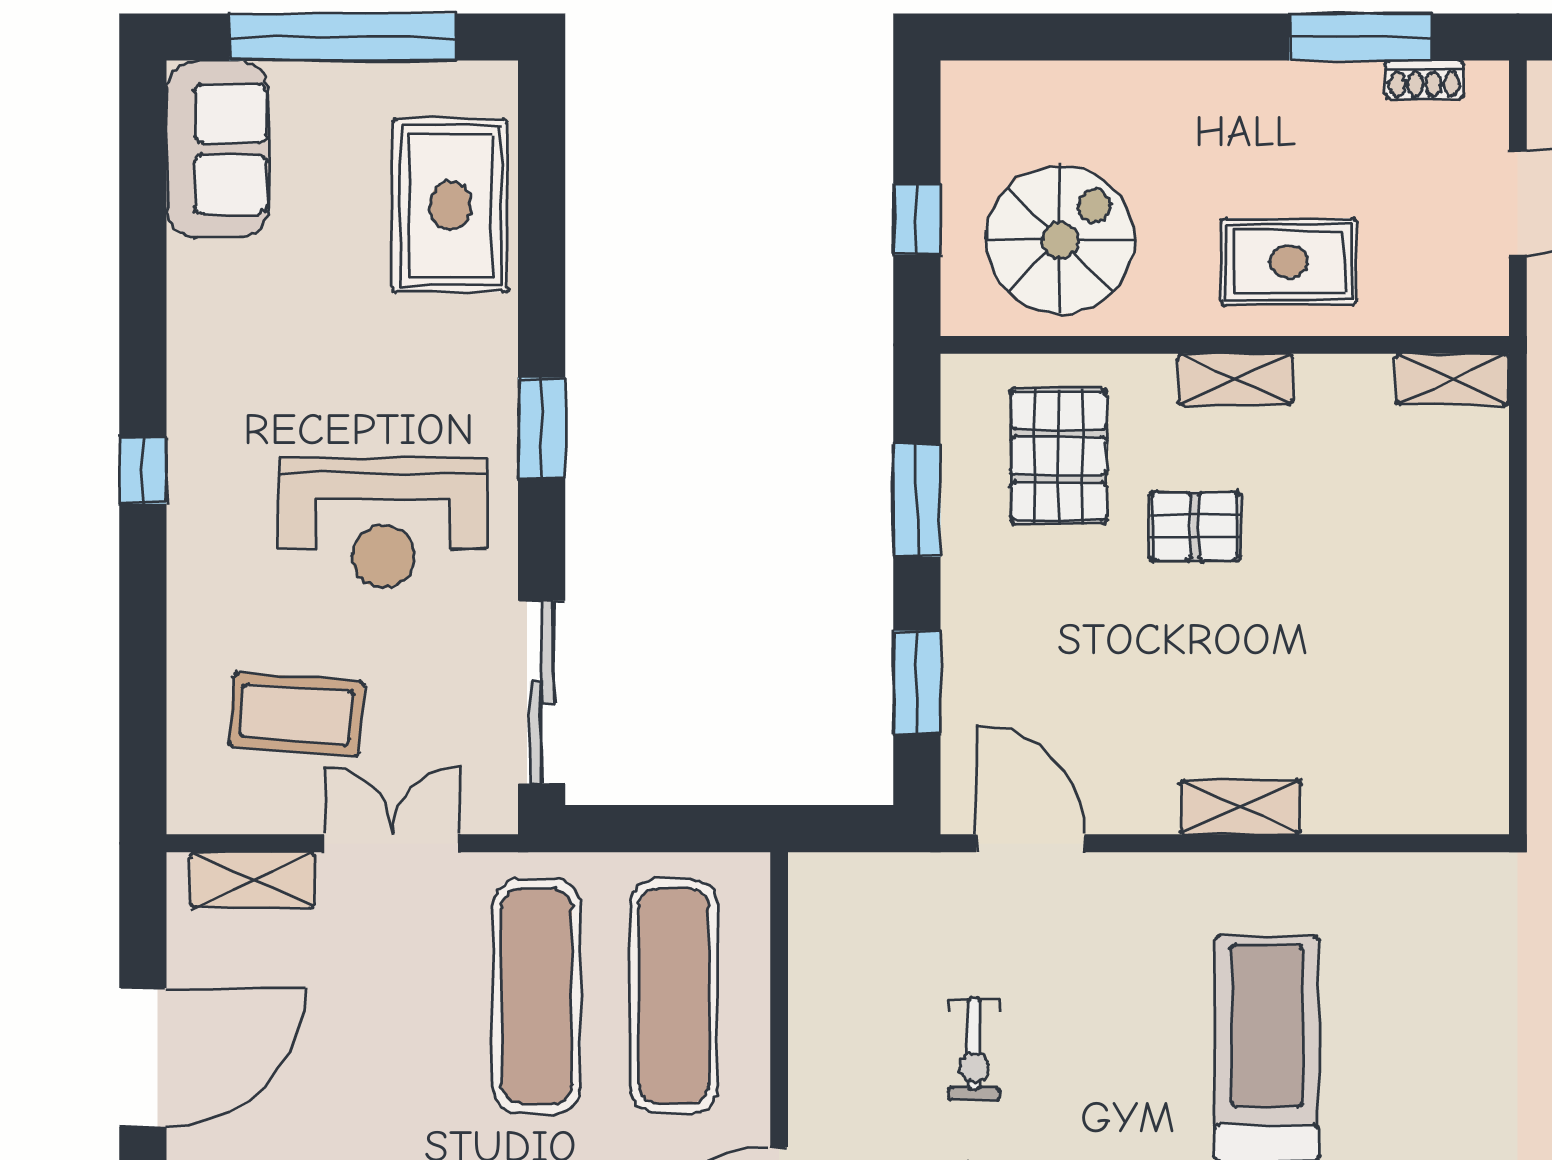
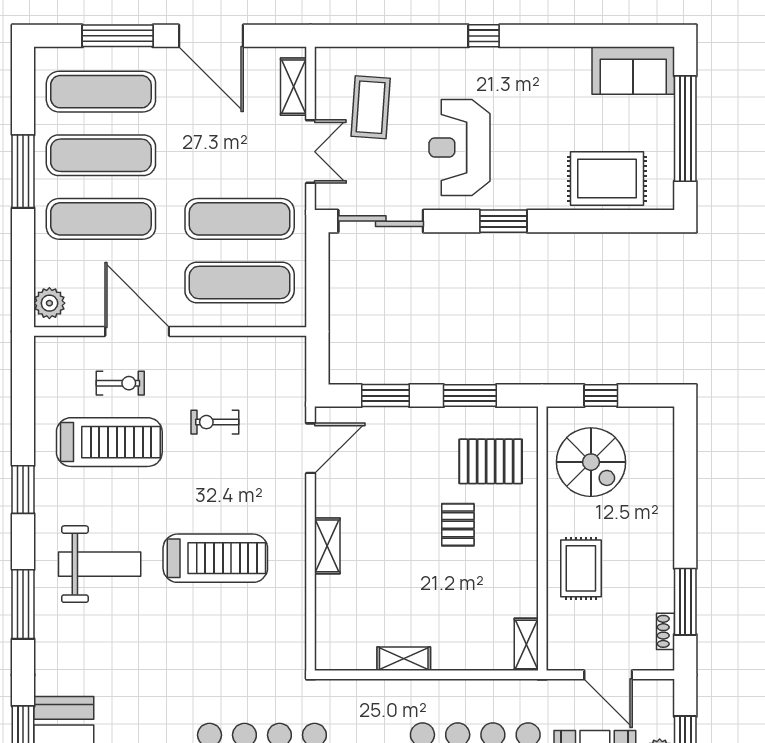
shelving: (1235, 379) -> (404, 659), moved, turned 90

